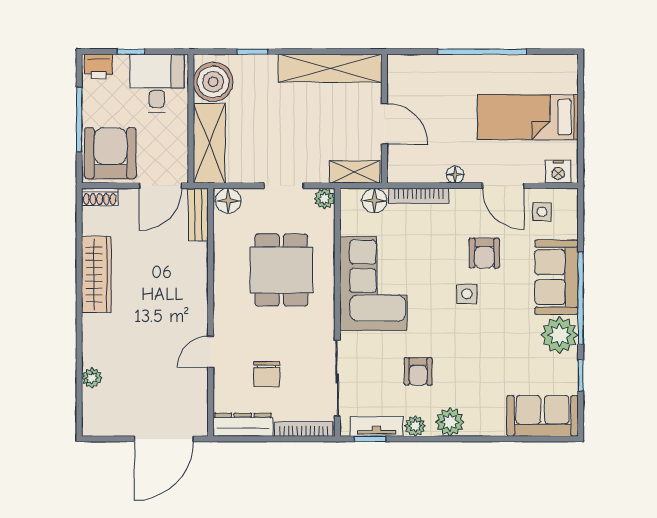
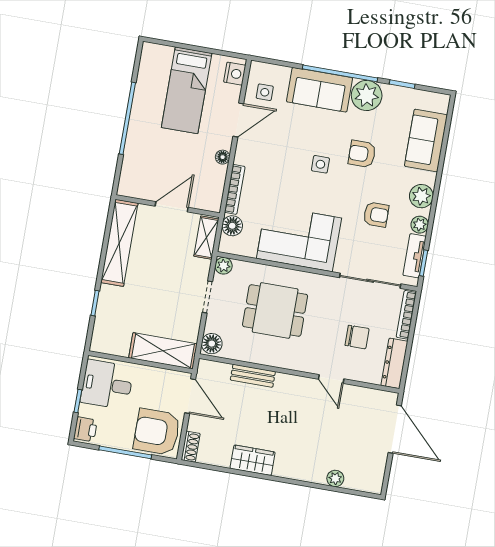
boiler: (213, 82) -> (114, 339), removed
bench: (198, 214) -> (253, 376), moved
armchair: (484, 253) -> (362, 154), moved, turned 180
wardrobe: (96, 274) -> (253, 460), width x0.67
sofa: (543, 416) -> (426, 141), moved

